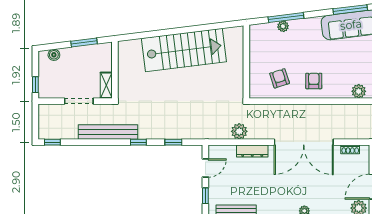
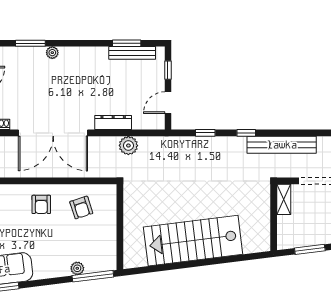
window: (286, 18) -> (93, 276), moved
double door: (304, 142) -> (53, 133), swing flipped

